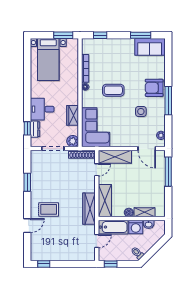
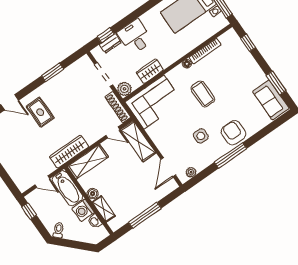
window: (168, 172) -> (145, 215), moved

